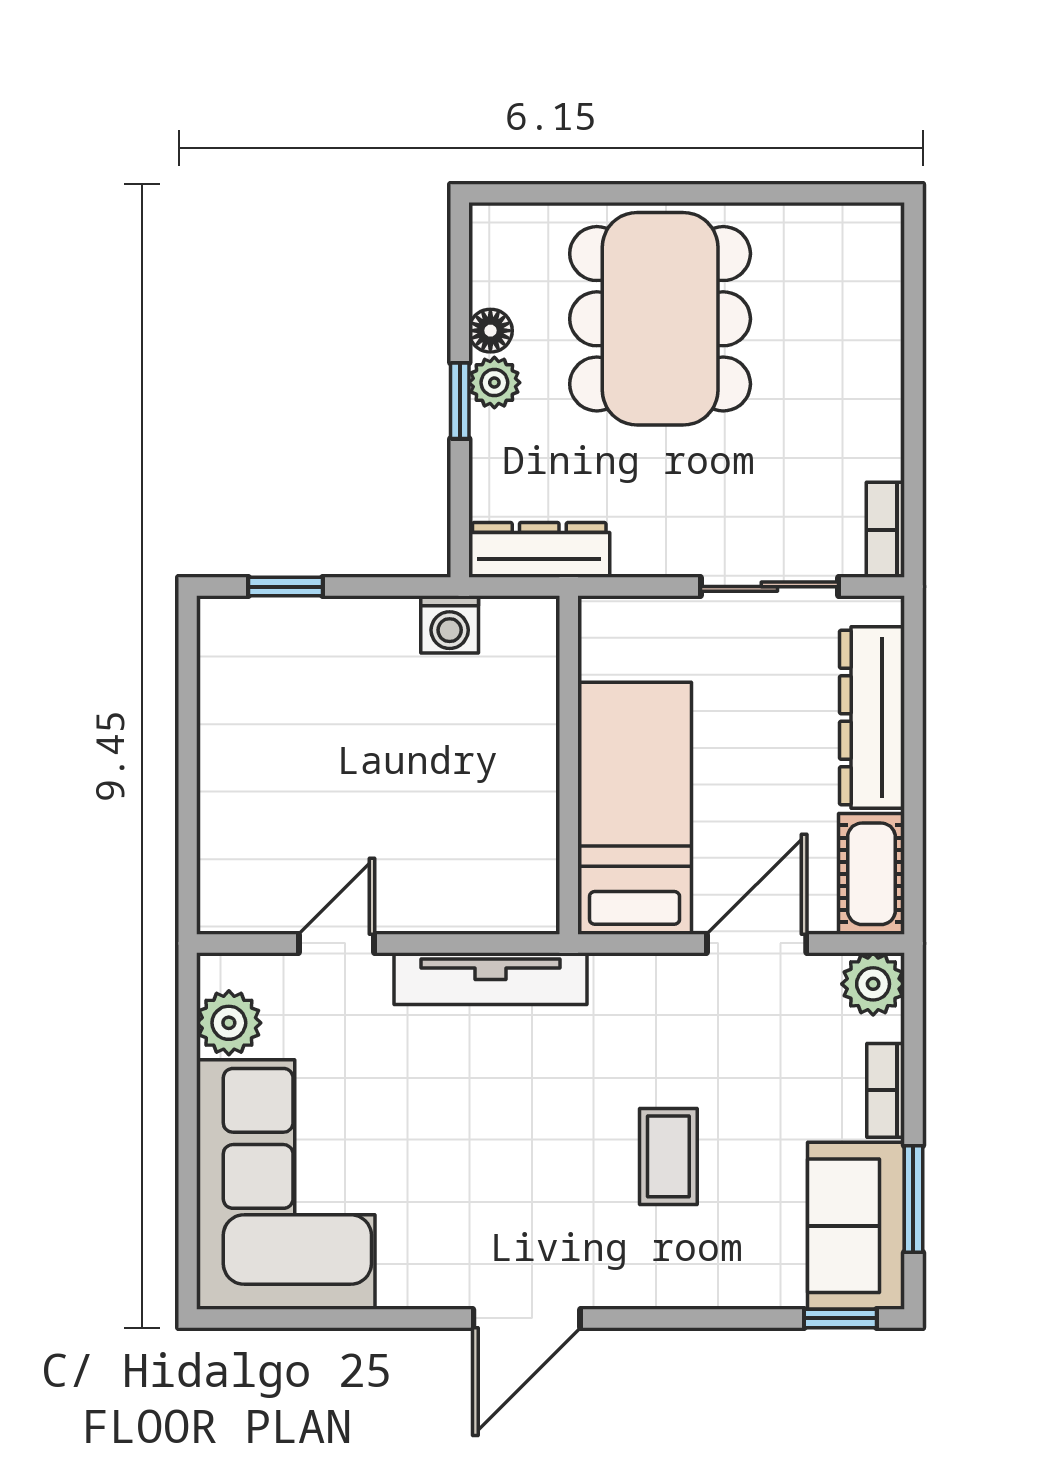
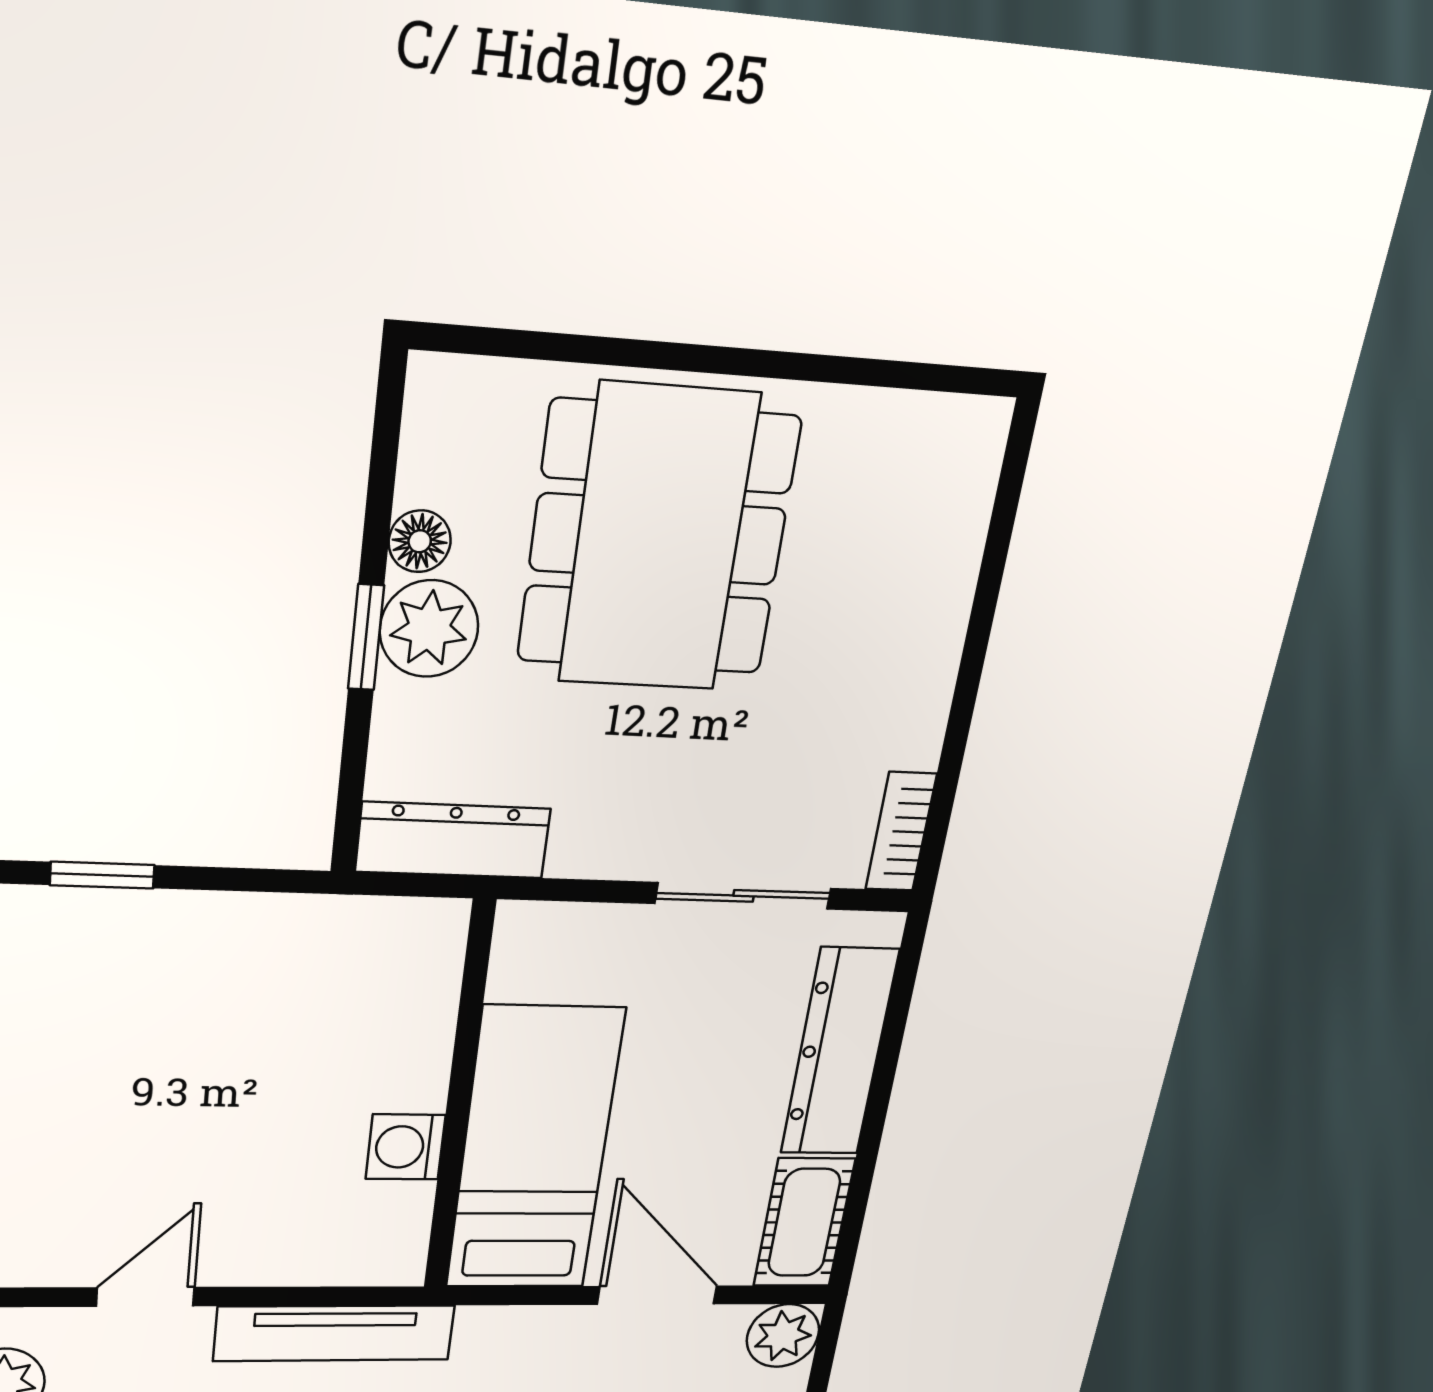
plant: (494, 383) -> (429, 629), width x1.38, depth x1.38
washing machine: (450, 624) -> (405, 1147), moved, turned 90
door: (757, 943) -> (657, 1295), hinge flipped

